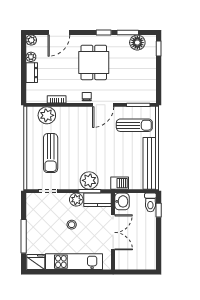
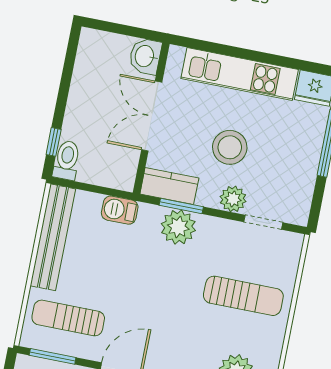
sun lounger: (51, 153) -> (243, 296), turned 90
plant: (76, 200) -> (233, 199), moved
washbasin: (122, 201) -> (145, 56), moved
stool: (72, 225) -> (230, 147), width x1.89, depth x1.89

